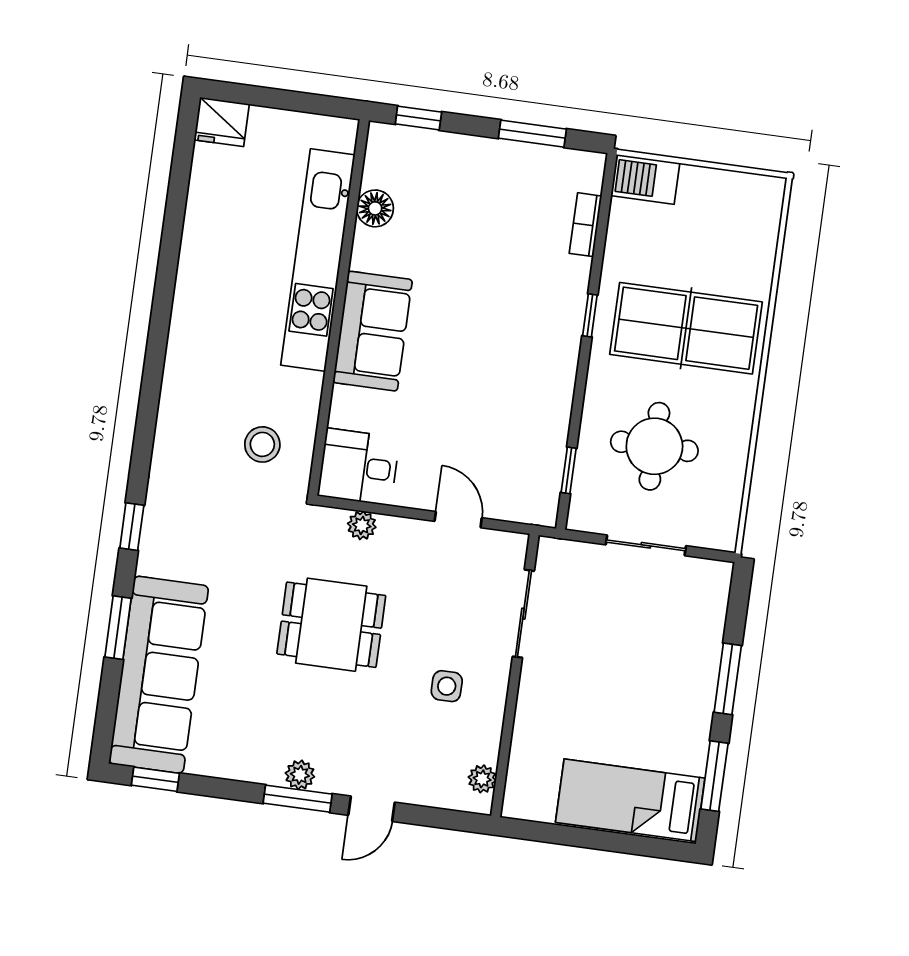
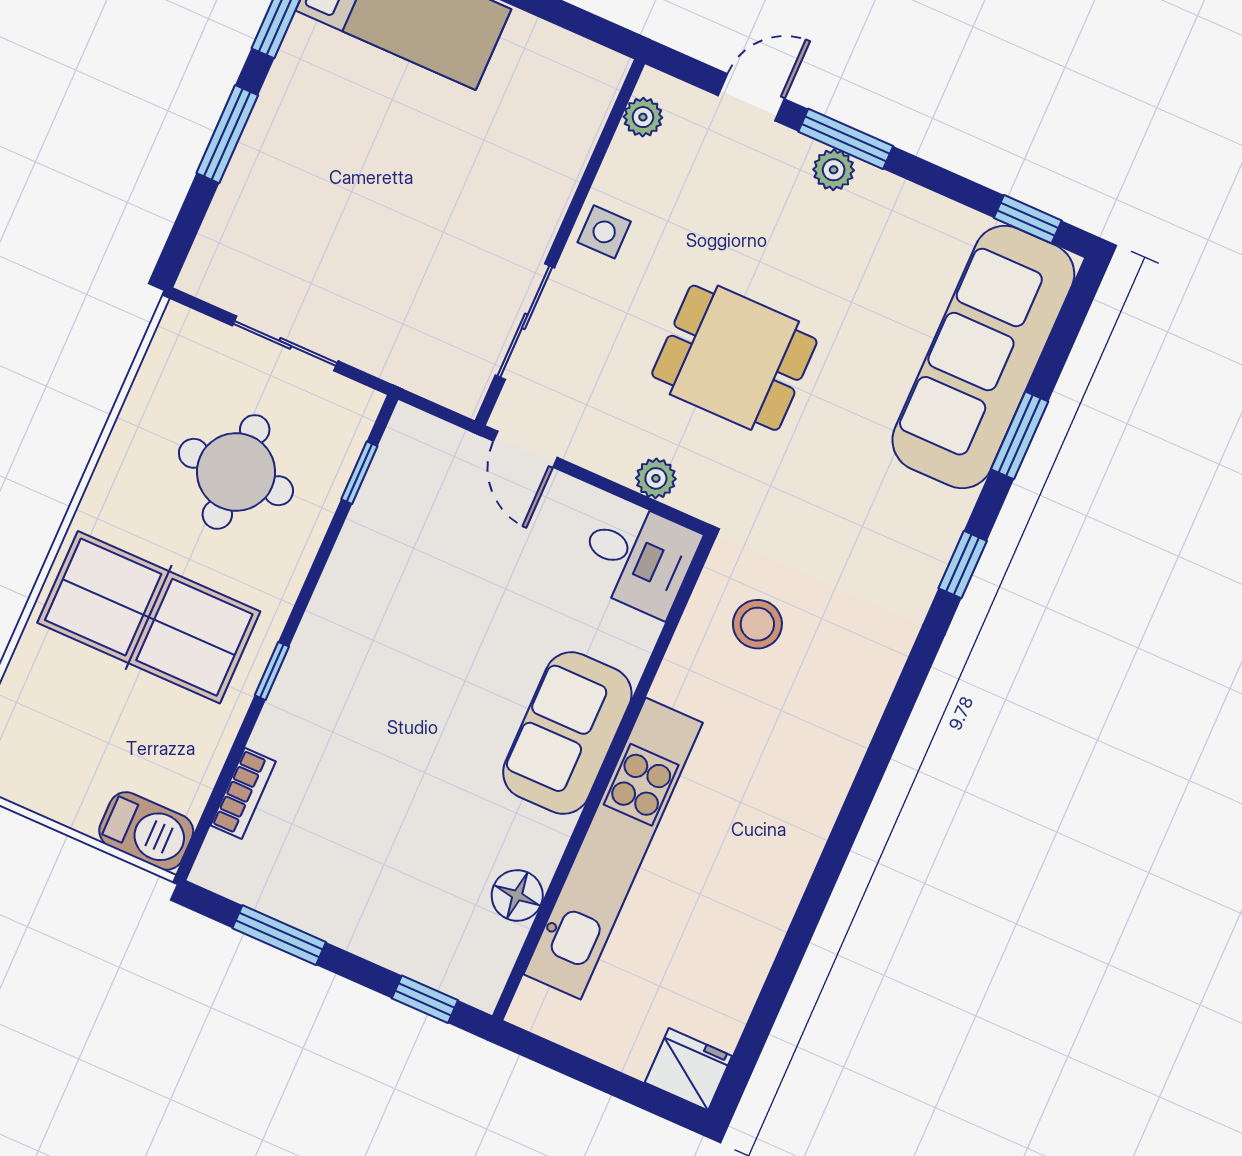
sliding door: (523, 614) -> (525, 321), moved
wall: (515, 676) -> (560, 242), moved
plant: (482, 779) -> (643, 117), moved

